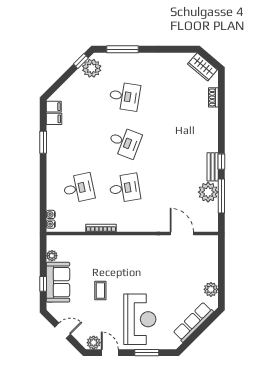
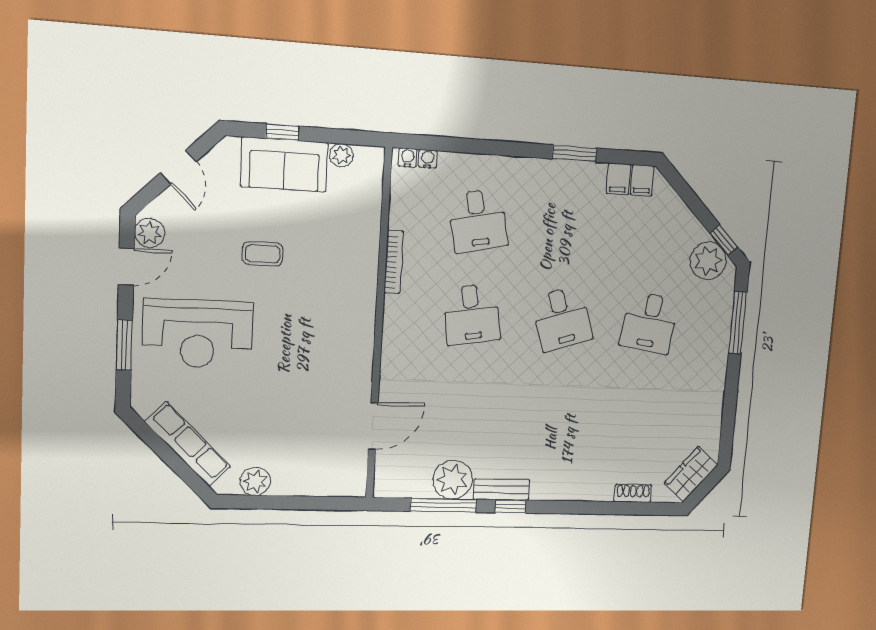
desk: (125, 142) -> (562, 319), turned -39

